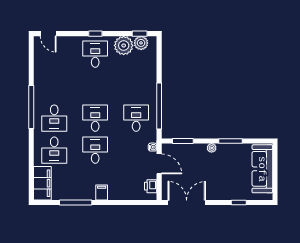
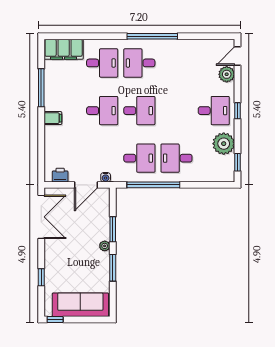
plant: (141, 43) -> (227, 74), moved
desk: (136, 86) -> (177, 158), added
window: (183, 141) -> (113, 229), moved
desk: (54, 150) -> (102, 63), turned 180
window: (275, 191) -> (55, 319), added

